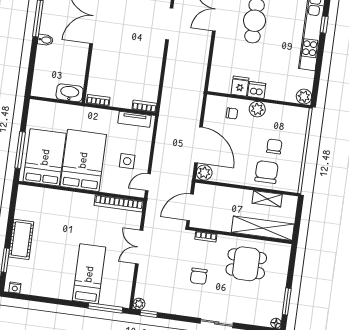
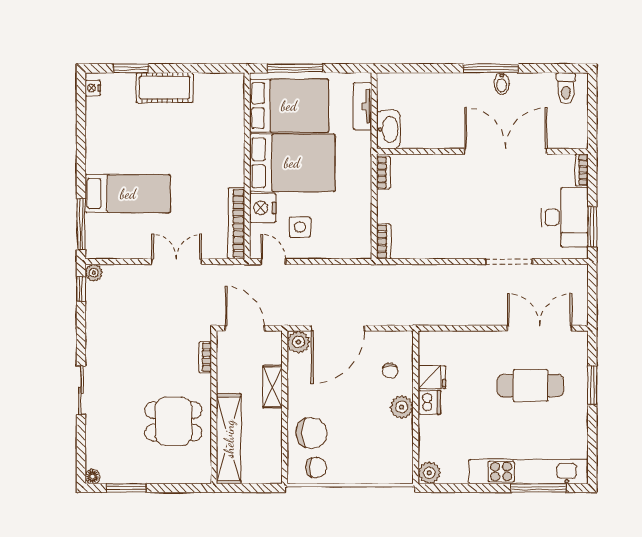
window: (324, 25) -> (538, 488), width x2.17
bidet: (45, 40) -> (502, 83), moved
tv unit: (135, 119) -> (363, 106), moved
chair: (274, 146) -> (316, 468), moved
nightstand: (111, 184) -> (263, 208), added
shelving: (267, 199) -> (273, 387), moved
dining table: (246, 264) -> (173, 421), turned 90
chair: (199, 276) -> (146, 354), removed

